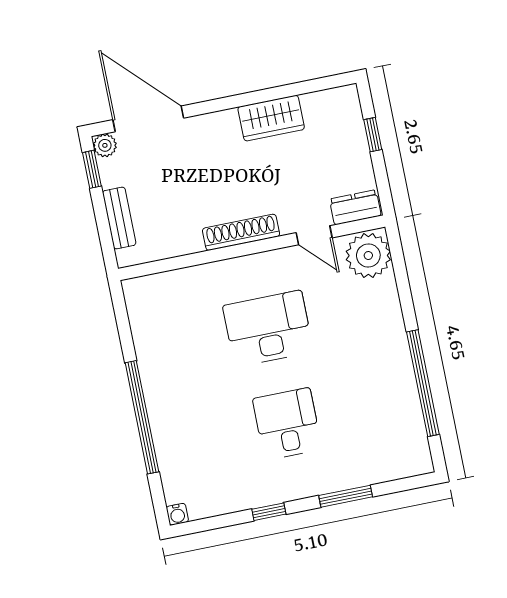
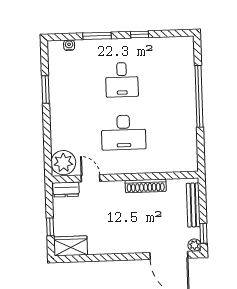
wardrobe: (271, 118) -> (71, 246), moved
bench: (119, 218) -> (193, 205), width x1.36
shoe rack: (241, 232) -> (146, 186), moved
window: (423, 383) -> (46, 89), width x0.47
water cooler: (177, 514) -> (69, 45), moved

